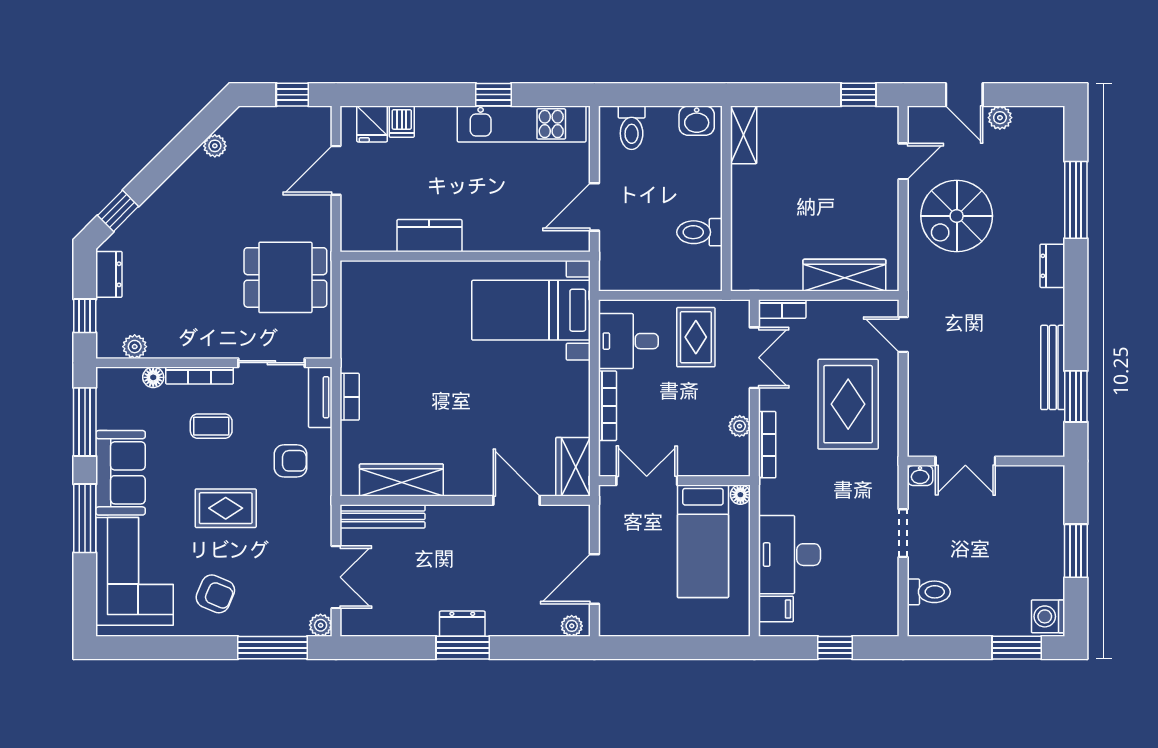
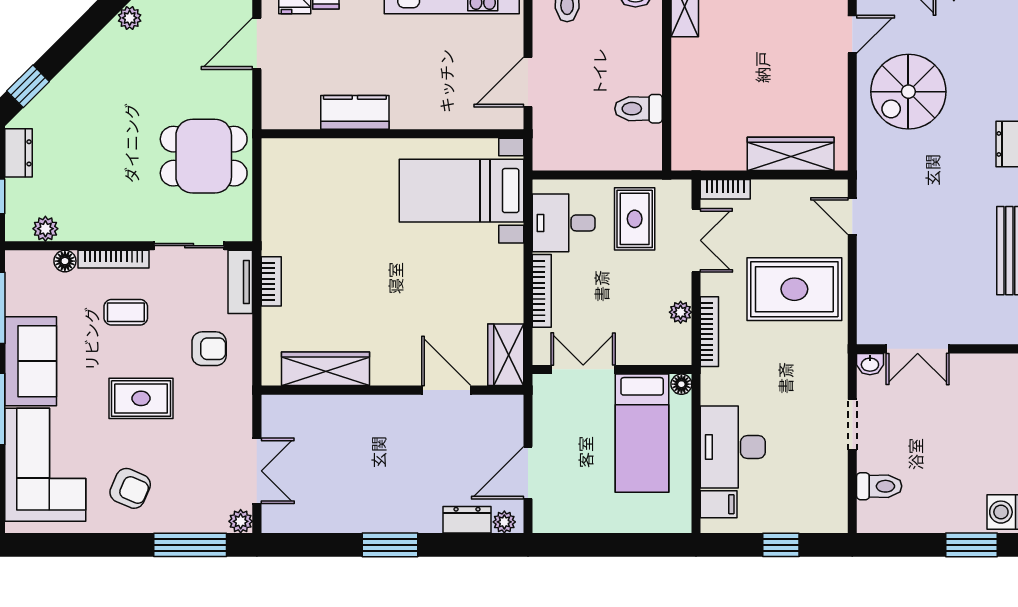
rug: (848, 404) -> (794, 289), turned 90
bench: (383, 516) -> (306, 407), removed
dresser: (462, 624) -> (467, 520), moved

